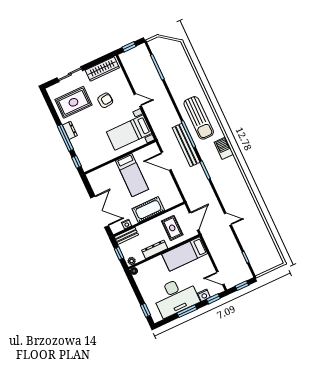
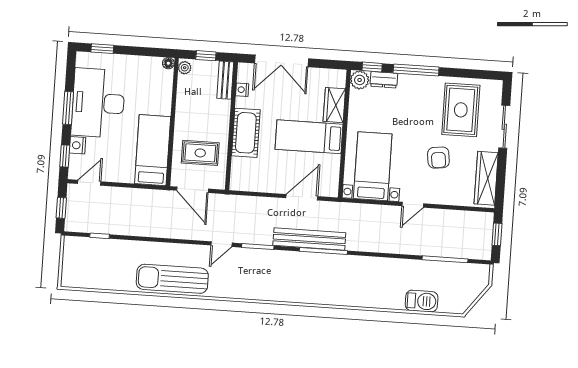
sun lounger: (199, 118) -> (172, 279), moved
dresser: (70, 130) -> (384, 80), moved
barbecue: (224, 148) -> (422, 301), moved
plant: (87, 165) -> (360, 80), added
wardrobe: (108, 171) -> (334, 105), added
door: (228, 219) -> (221, 244), moved
dresser: (155, 249) -> (183, 111), removed

